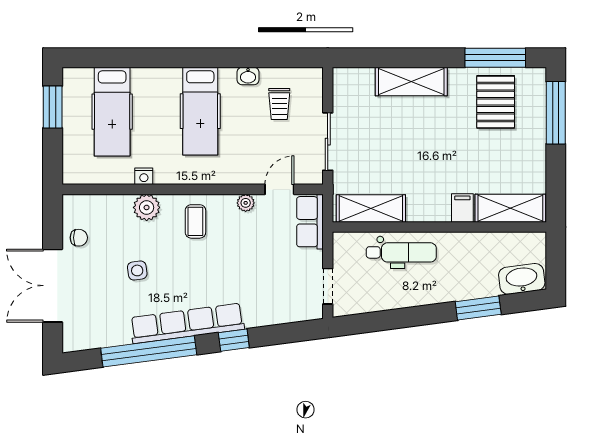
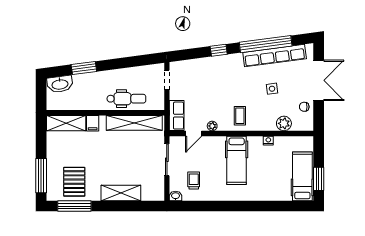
washbasin: (248, 76) -> (176, 196), moved
hospital bed: (200, 111) -> (237, 160), moved, turned 180
hospital bed: (112, 112) -> (302, 176), moved
plant: (147, 207) -> (284, 123), moved
shelving: (371, 209) -> (134, 123), width x1.47
dental chair: (401, 252) -> (126, 99), turned 180
row of seats: (187, 323) -> (275, 56), moved

